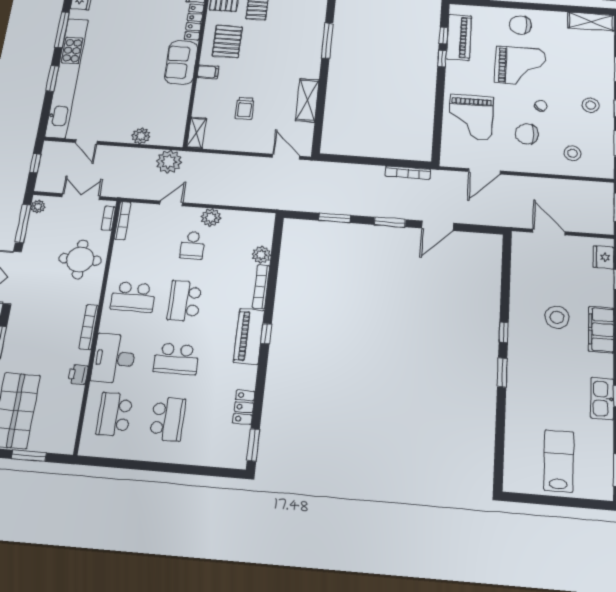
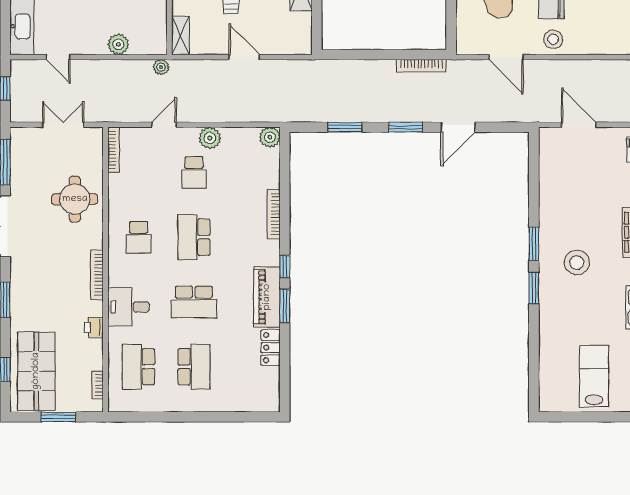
stool: (572, 153) -> (553, 39), moved
door: (286, 157) -> (244, 57), moved
plant: (169, 162) -> (161, 67), width x0.53, depth x0.53
door: (485, 171) -> (506, 57), hinge flipped
plant: (38, 207) -> (18, 141), removed
bookcase: (108, 218) -> (98, 385), moved
plant: (261, 255) -> (270, 137), moved
school desk: (133, 297) -> (139, 237), width x0.54
stool: (557, 317) -> (577, 263), moved
window: (504, 332) -> (534, 244), width x1.50
piano: (249, 336) -> (267, 297), moved
desk: (114, 358) -> (128, 307), width x0.73
window: (253, 445) -> (285, 306), moved

